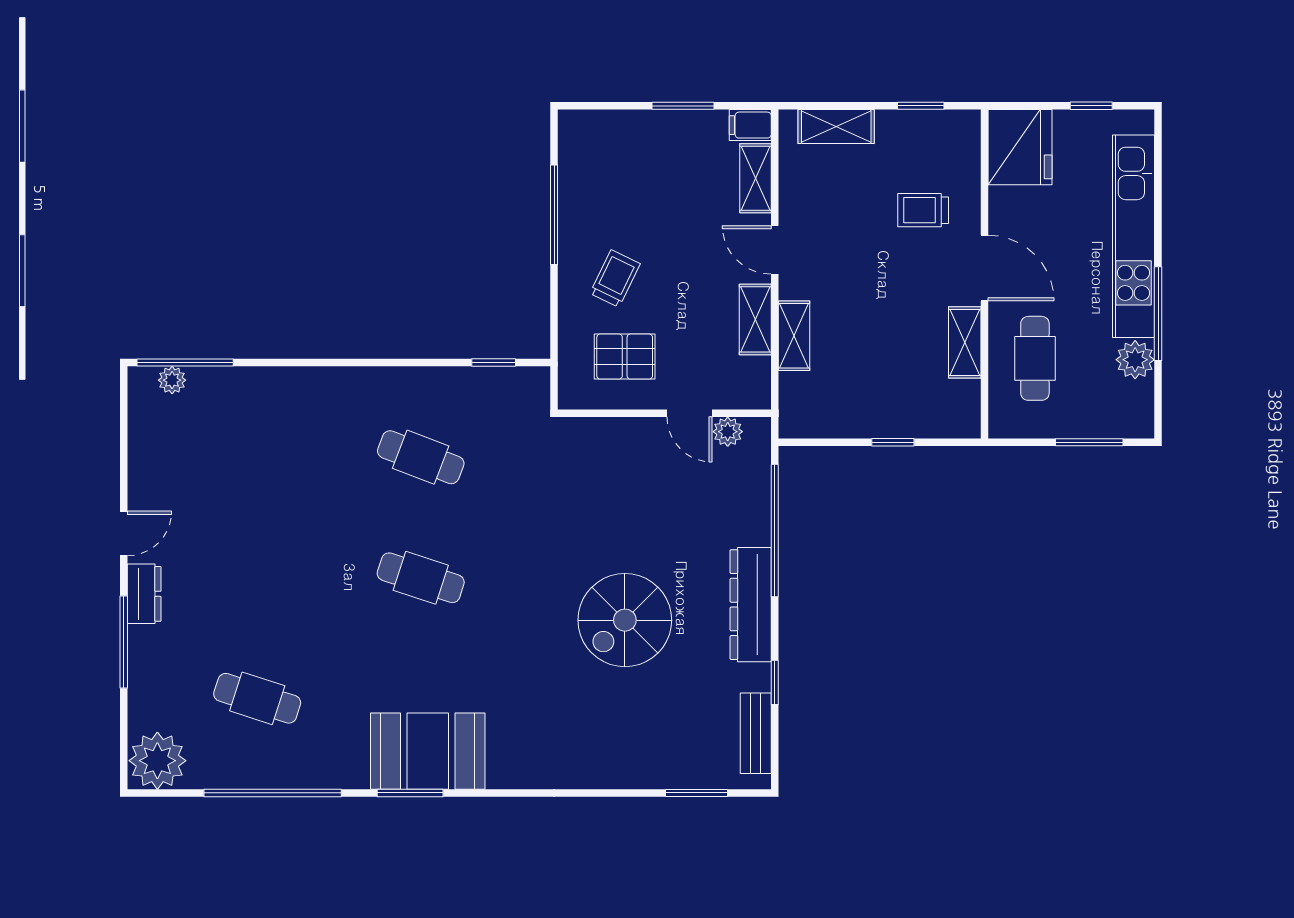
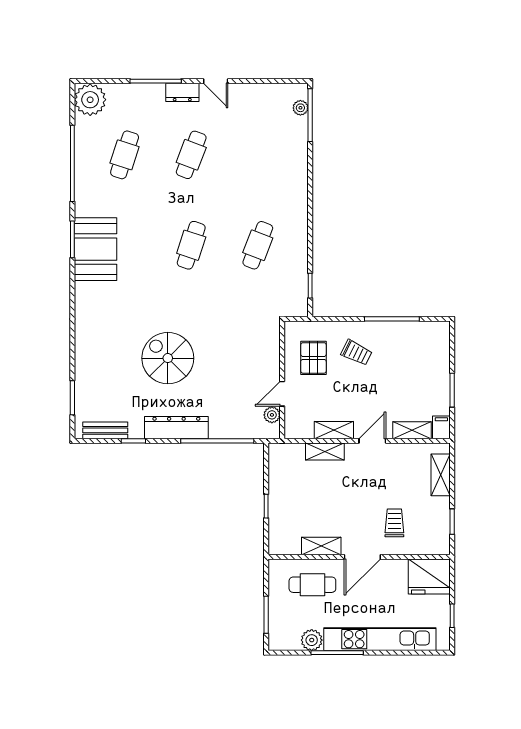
cafe table: (257, 578) -> (191, 155), added

